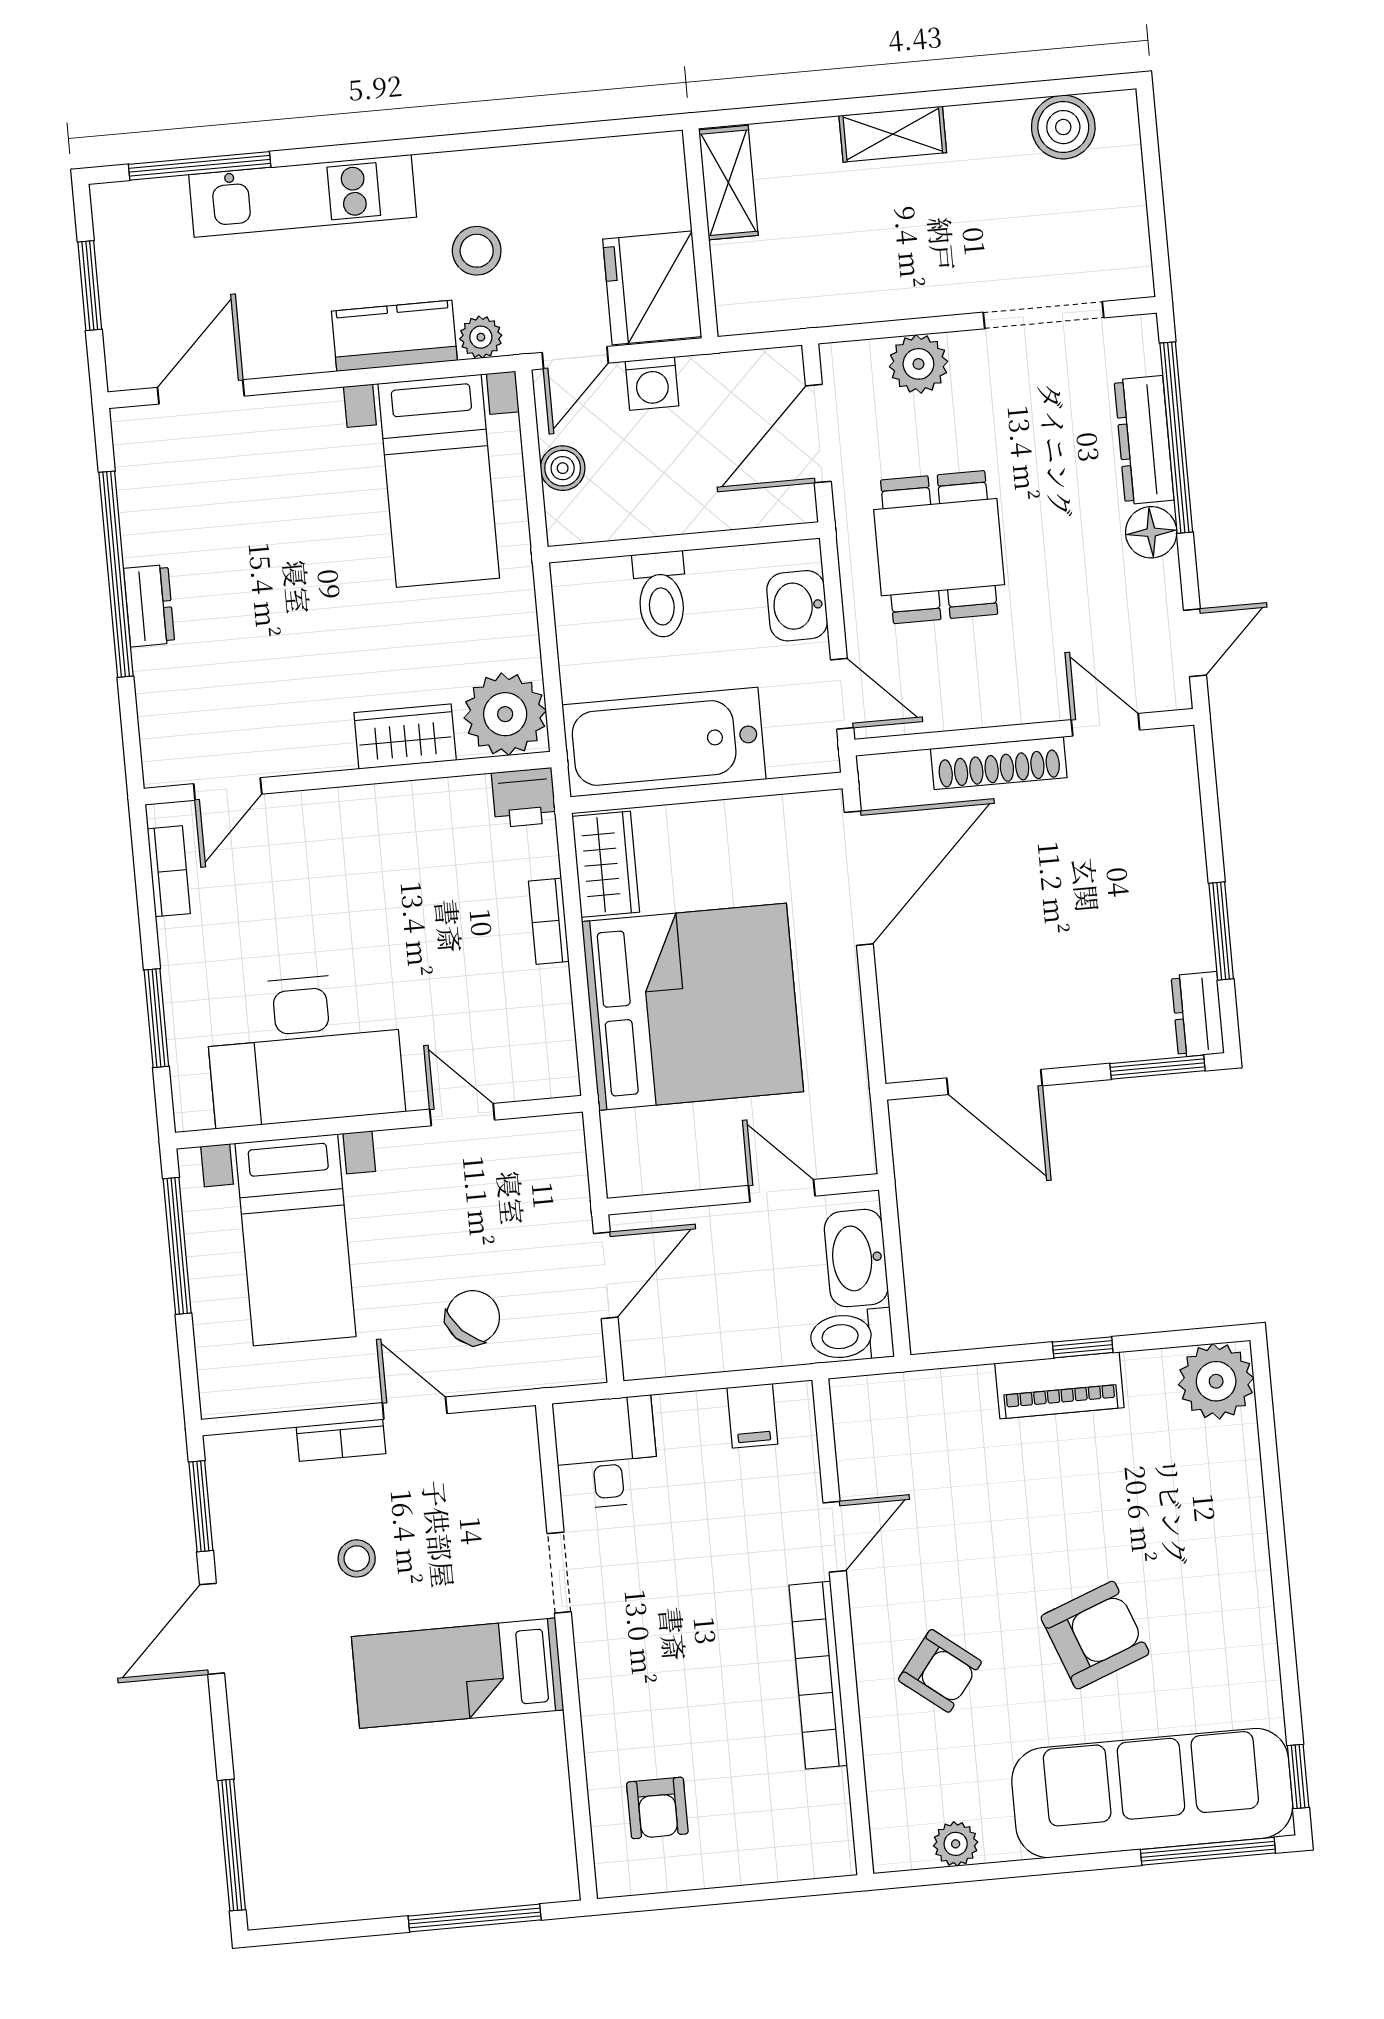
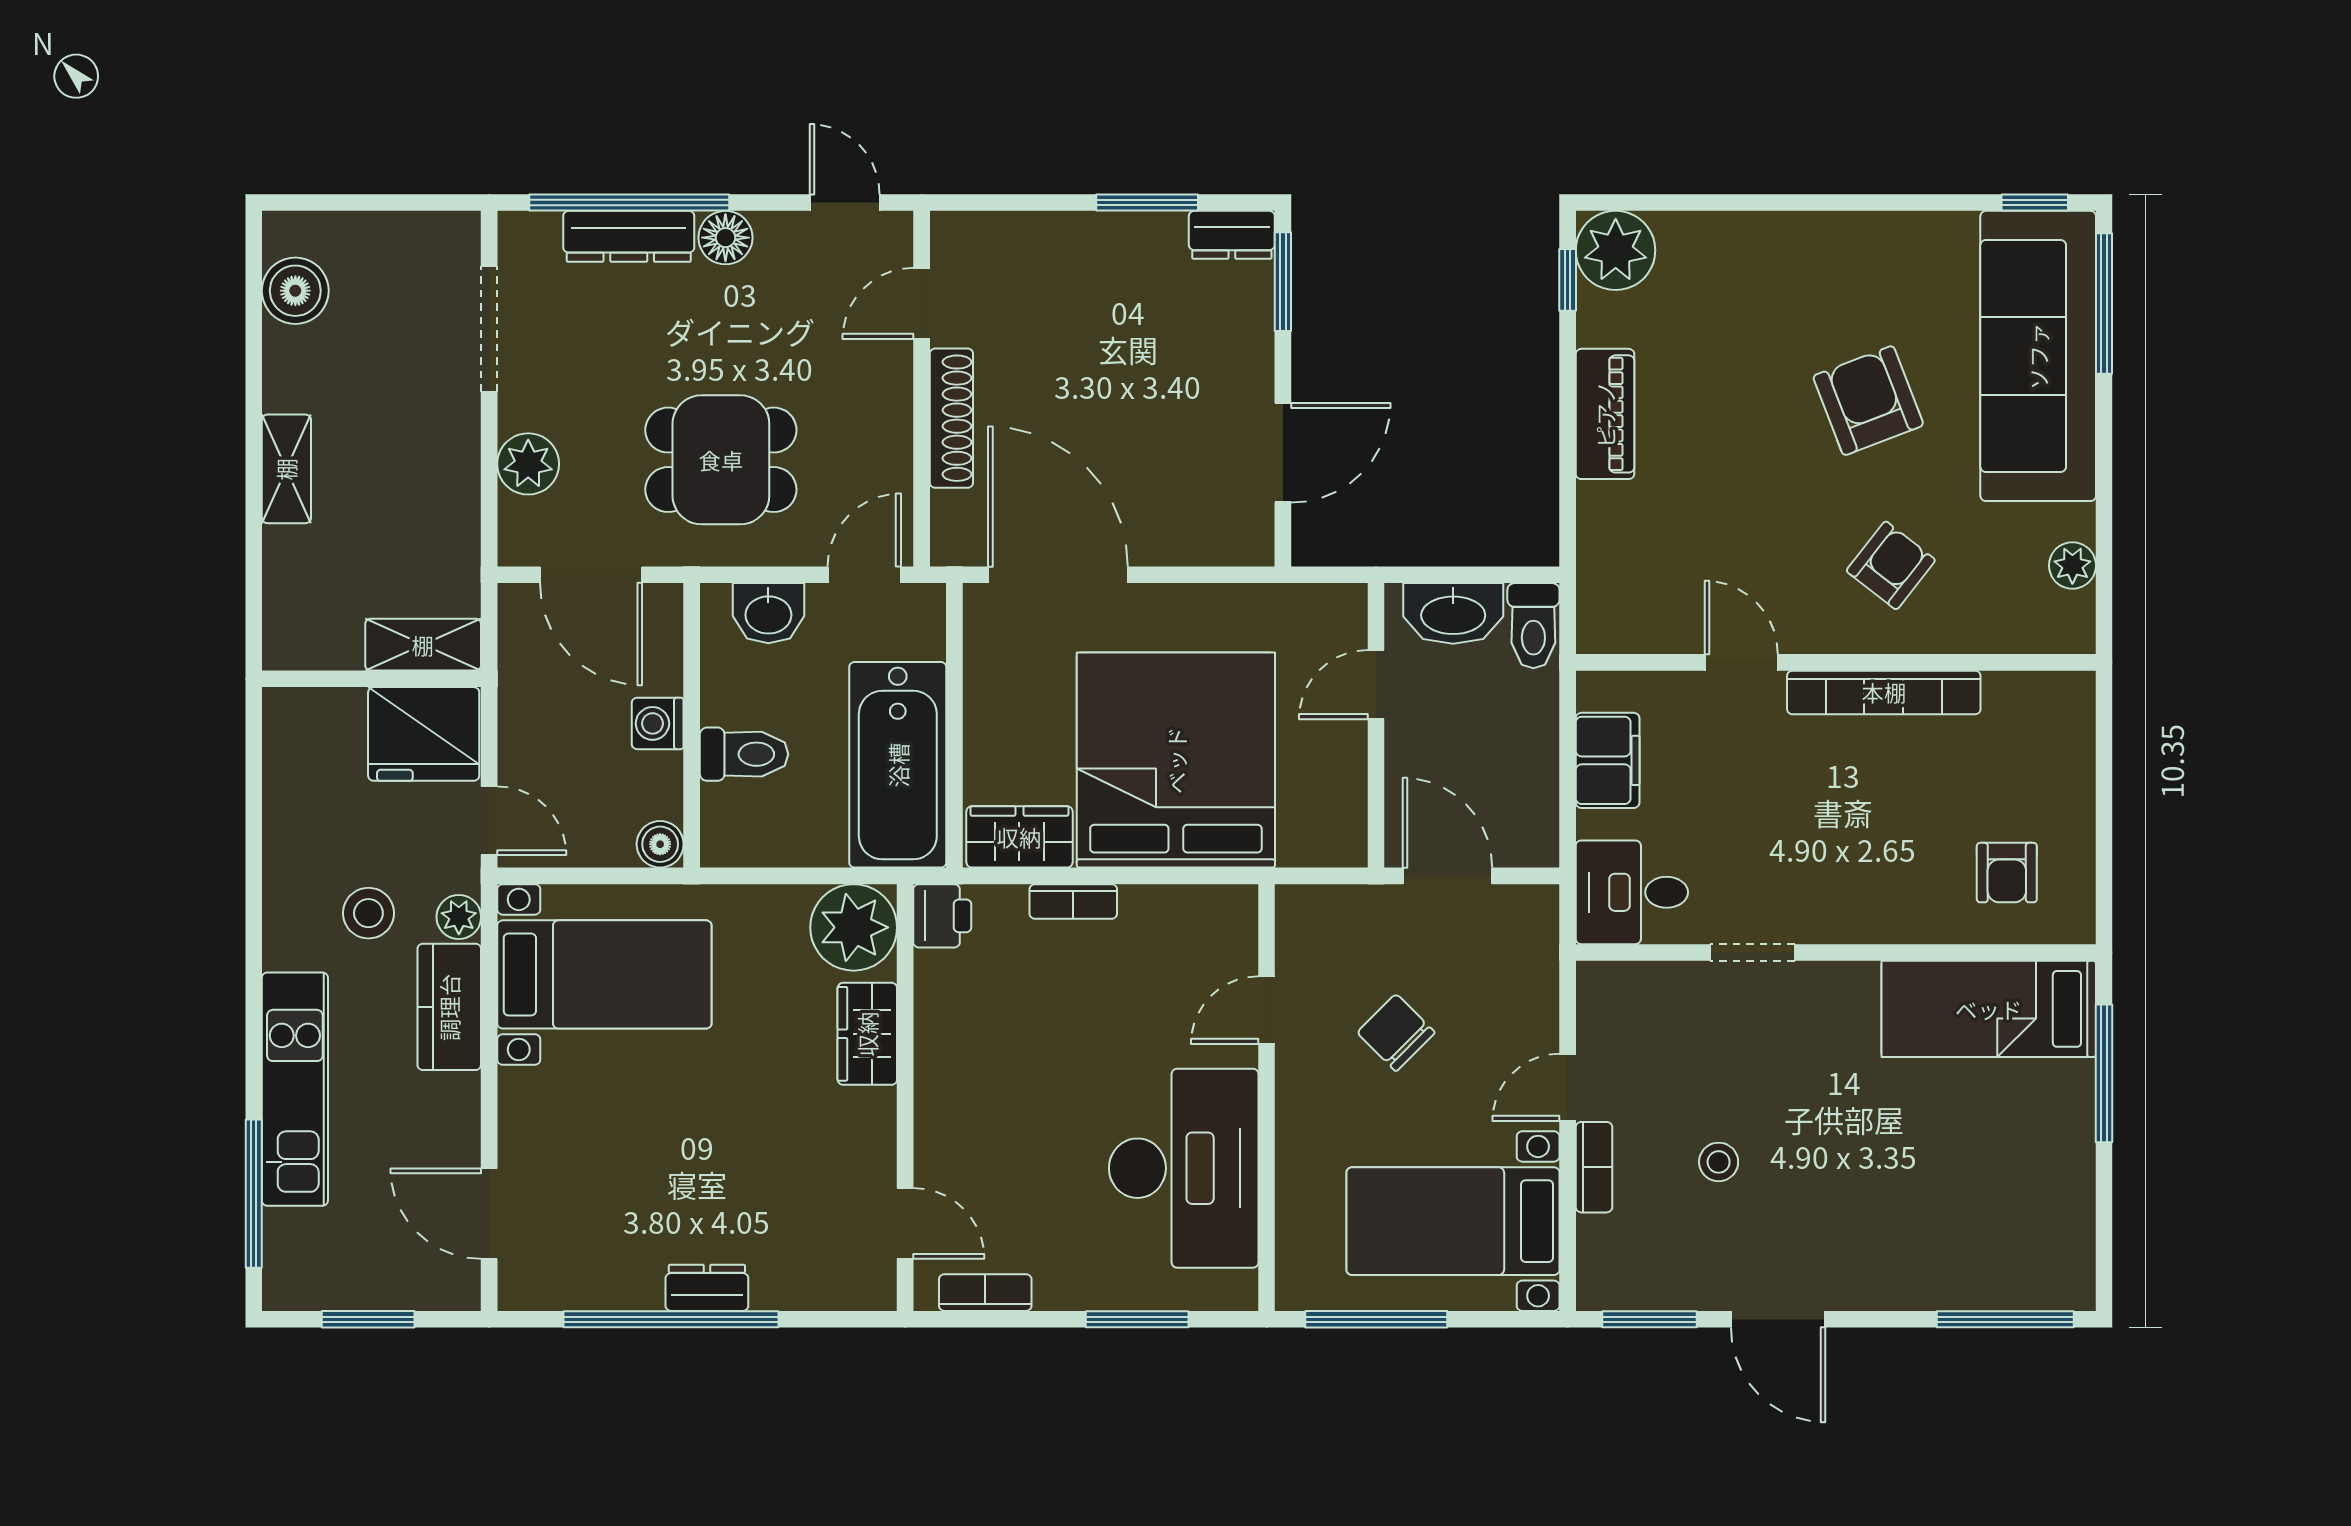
shelving: (728, 183) -> (423, 645), moved
washing machine: (652, 383) -> (658, 723), moved, turned 180
boiler: (563, 468) -> (660, 844), moved
bed with nightstands: (295, 1240) -> (1453, 1221), moved, turned 180
chair: (473, 1317) -> (1396, 1033), moved
window: (1083, 1347) -> (1568, 280), moved
filing cabinet: (752, 1416) -> (1608, 760), width x2.00
bed: (458, 1673) -> (1989, 1009), moved, turned 90
armchair: (657, 1808) -> (2007, 873), turned 90

